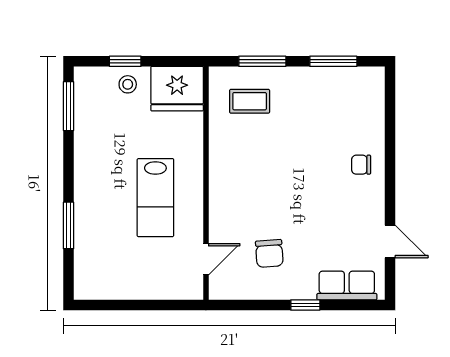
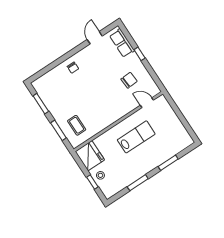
window: (69, 106) -> (138, 183), moved

